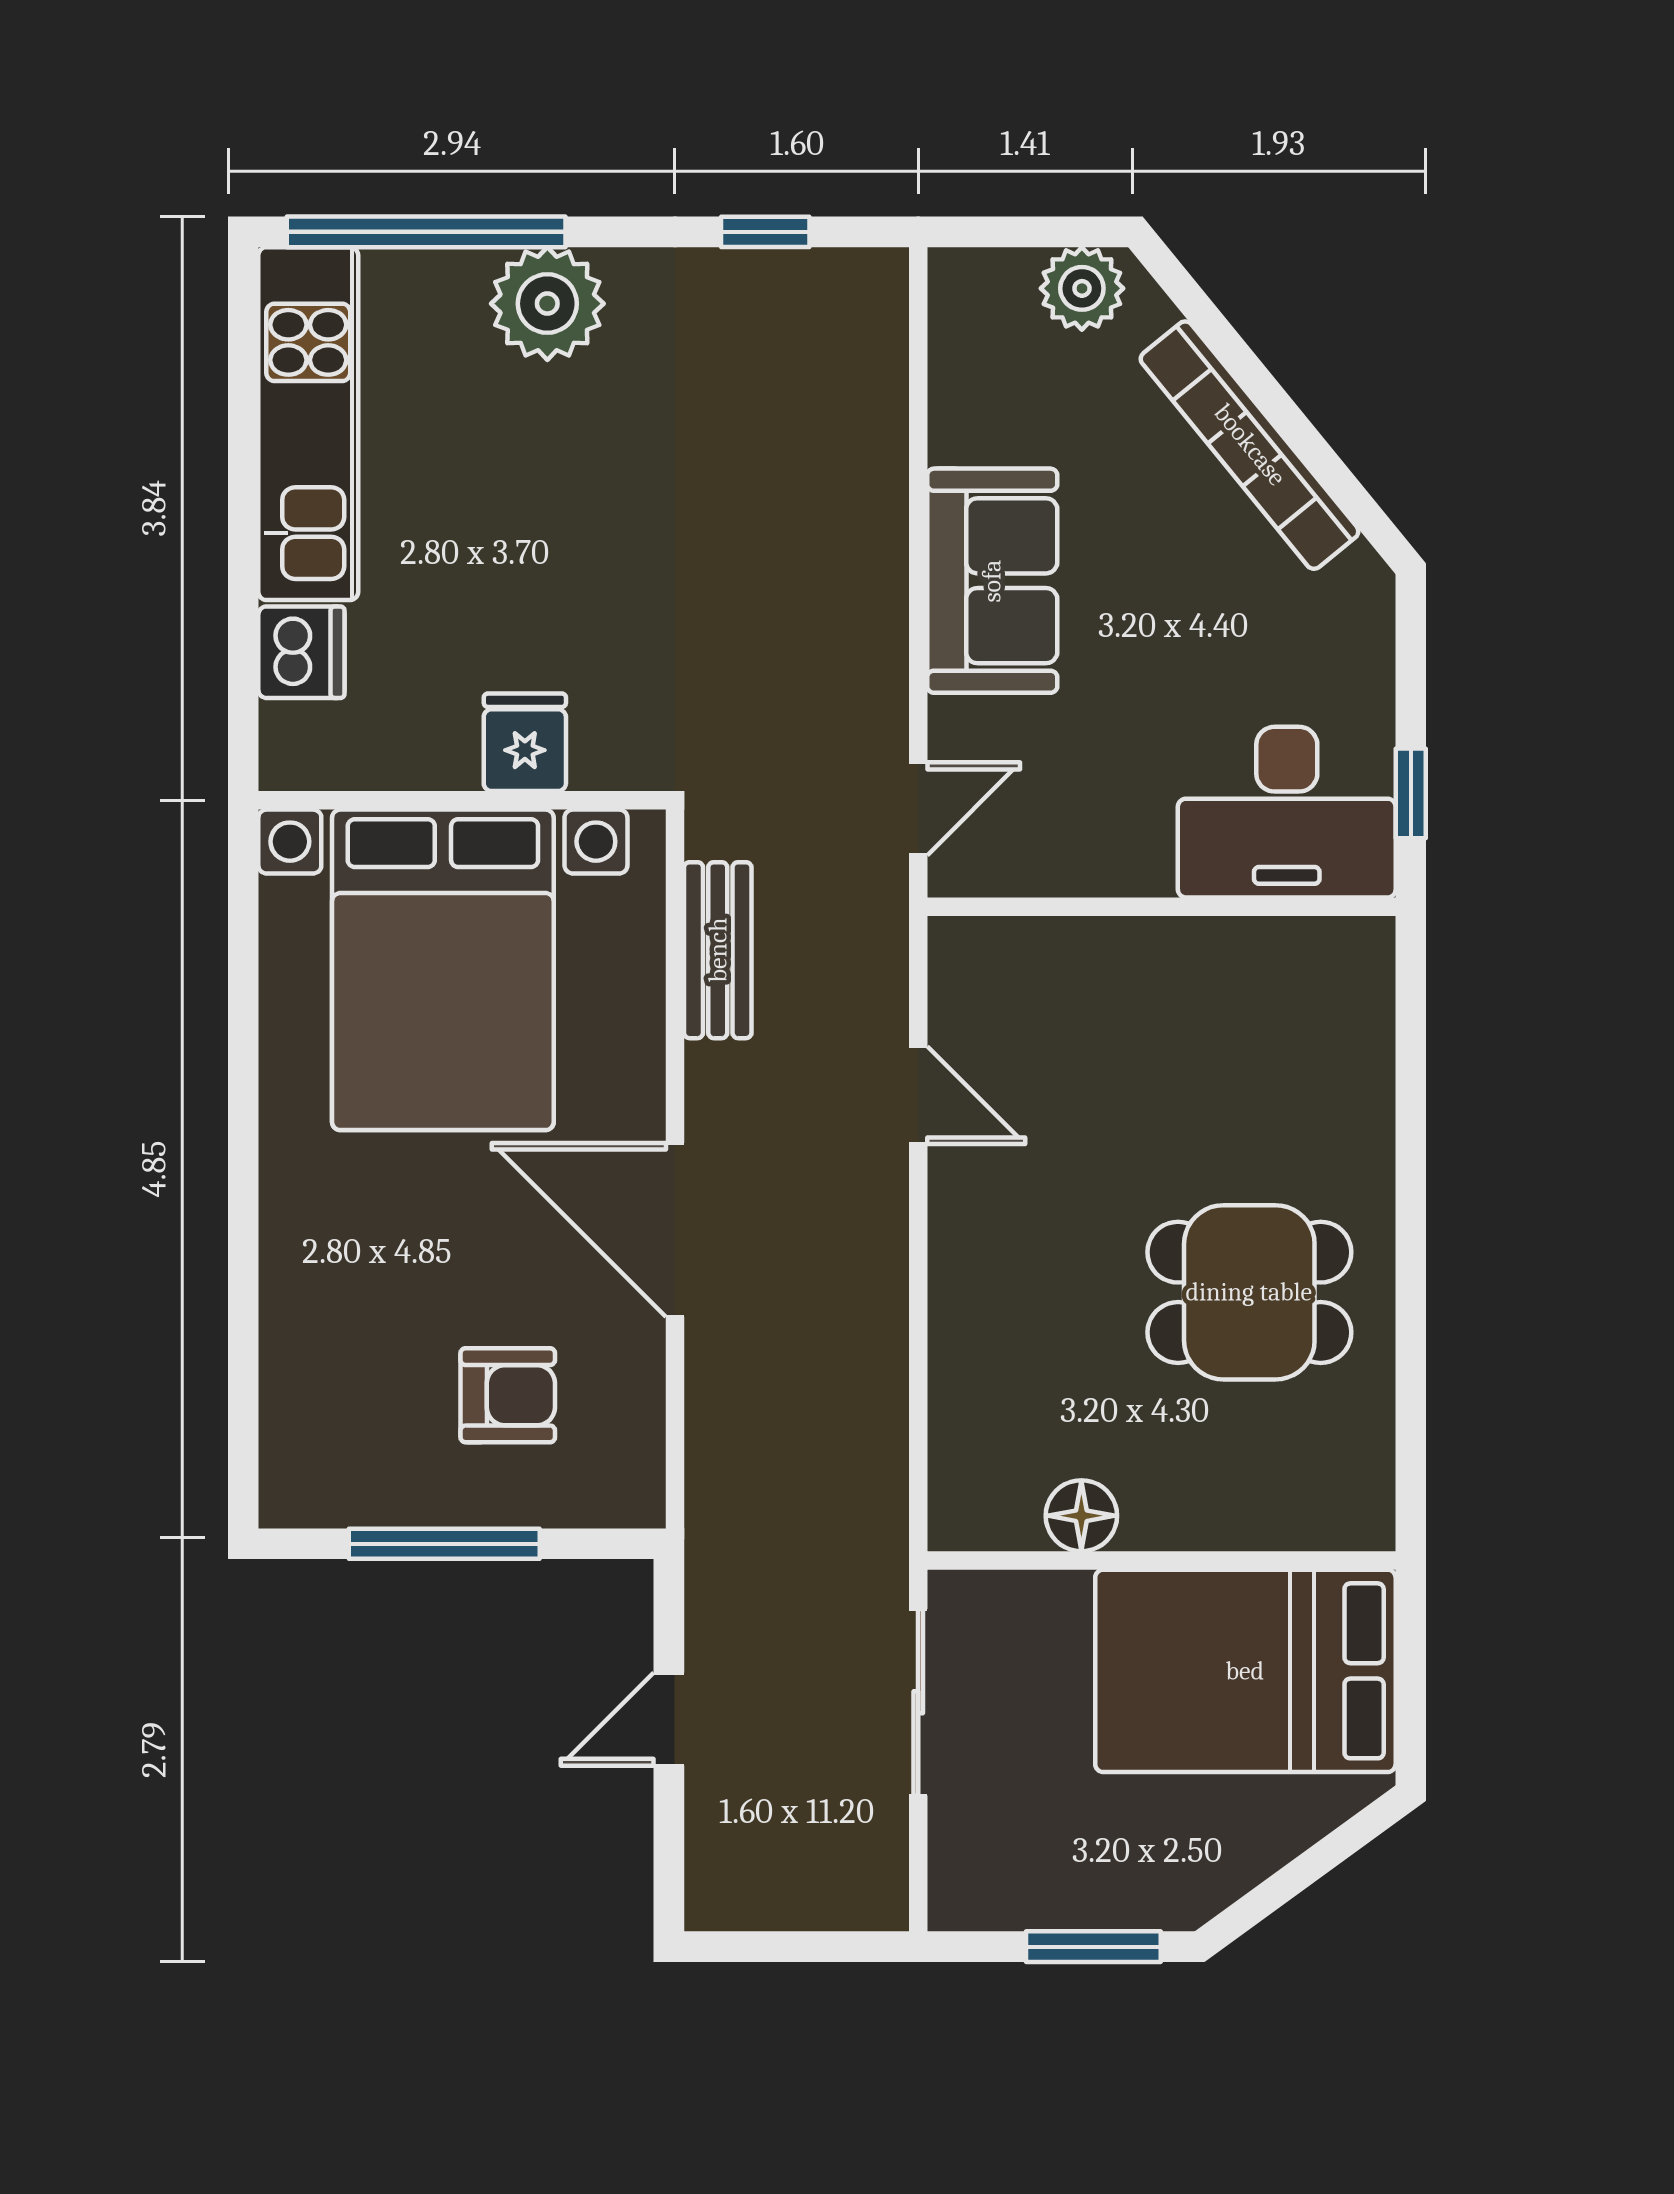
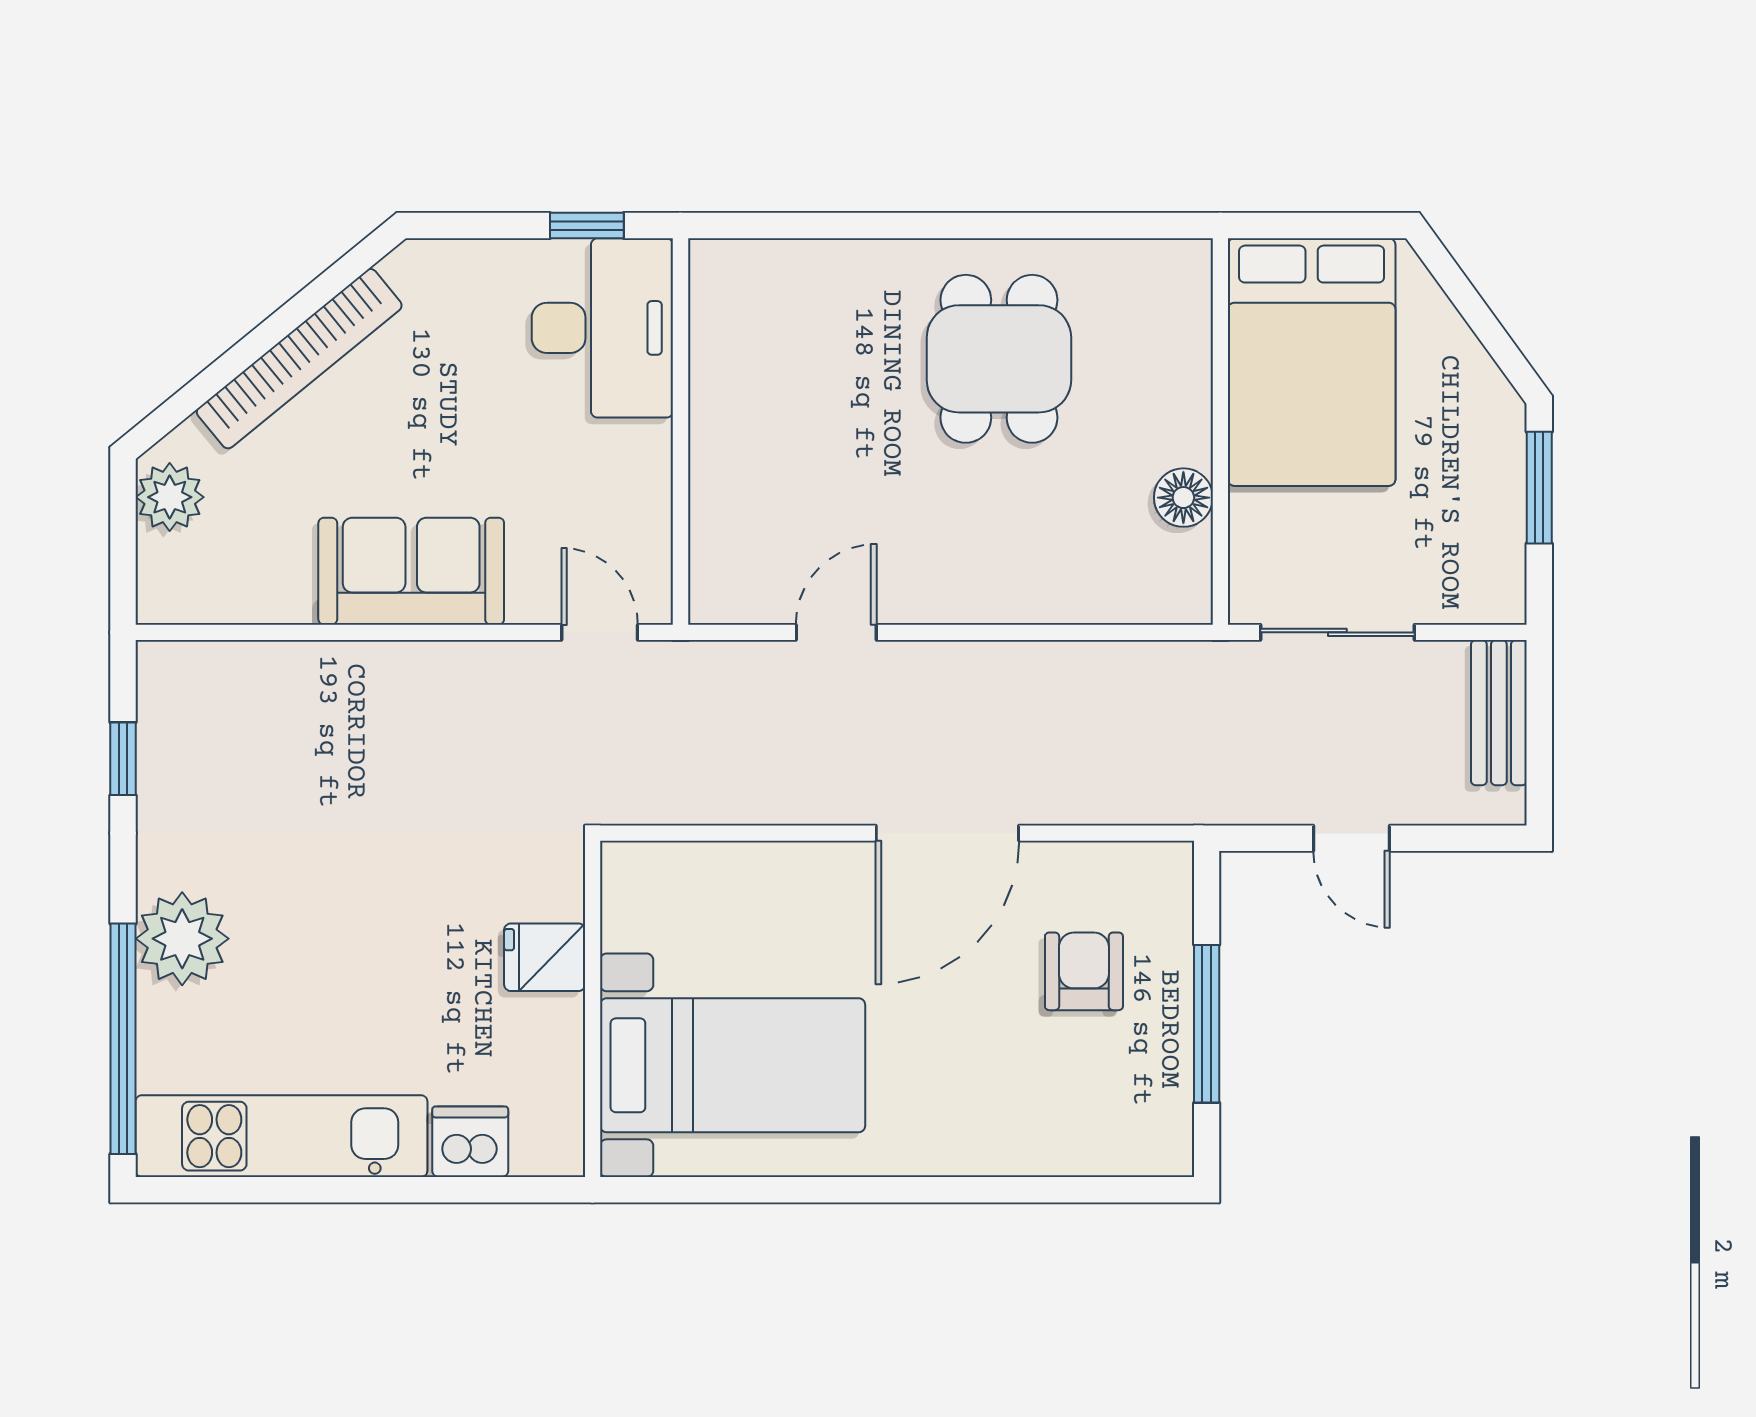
bench: (718, 950) -> (1499, 713), moved, turned 90
bed with nightstands: (443, 970) -> (733, 1065), width x0.73

